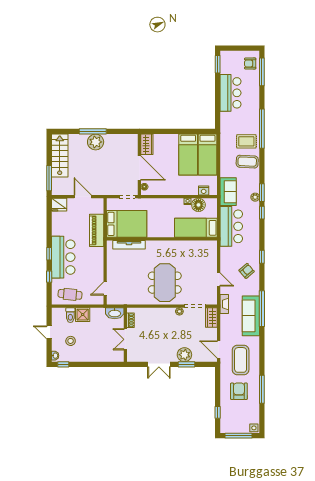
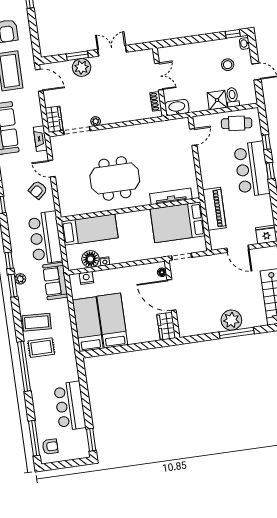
armchair: (247, 271) -> (38, 190), moved
meeting table: (165, 283) -> (115, 178), moved, turned 90

